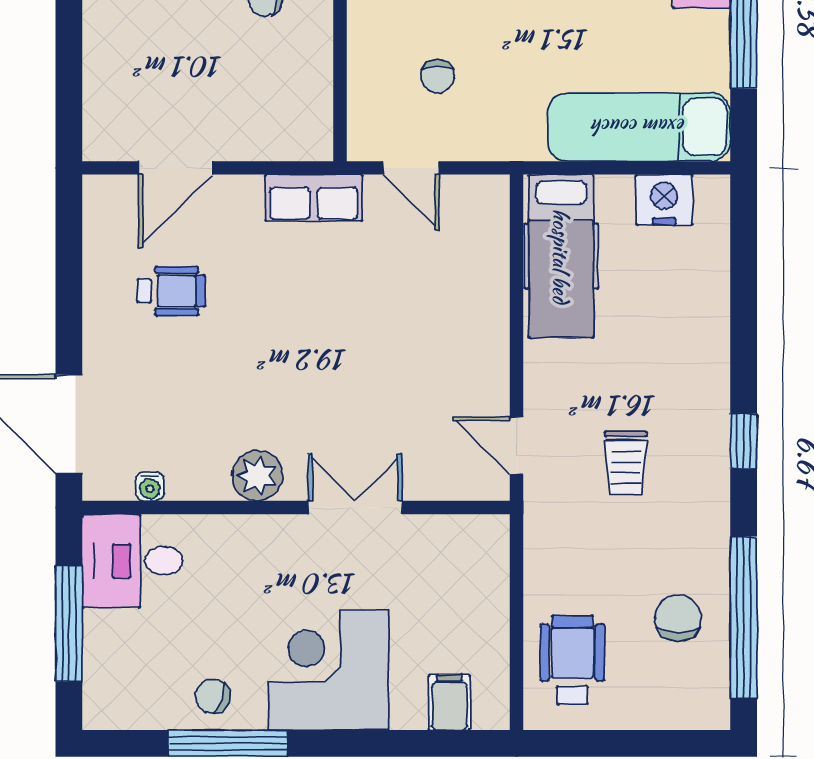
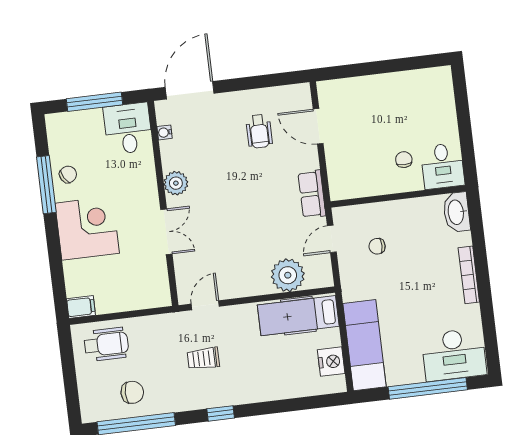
plant: (475, 268) -> (288, 275), added
chair: (212, 696) -> (68, 174), turned 42
filing cabinet: (449, 702) -> (81, 307), moved

